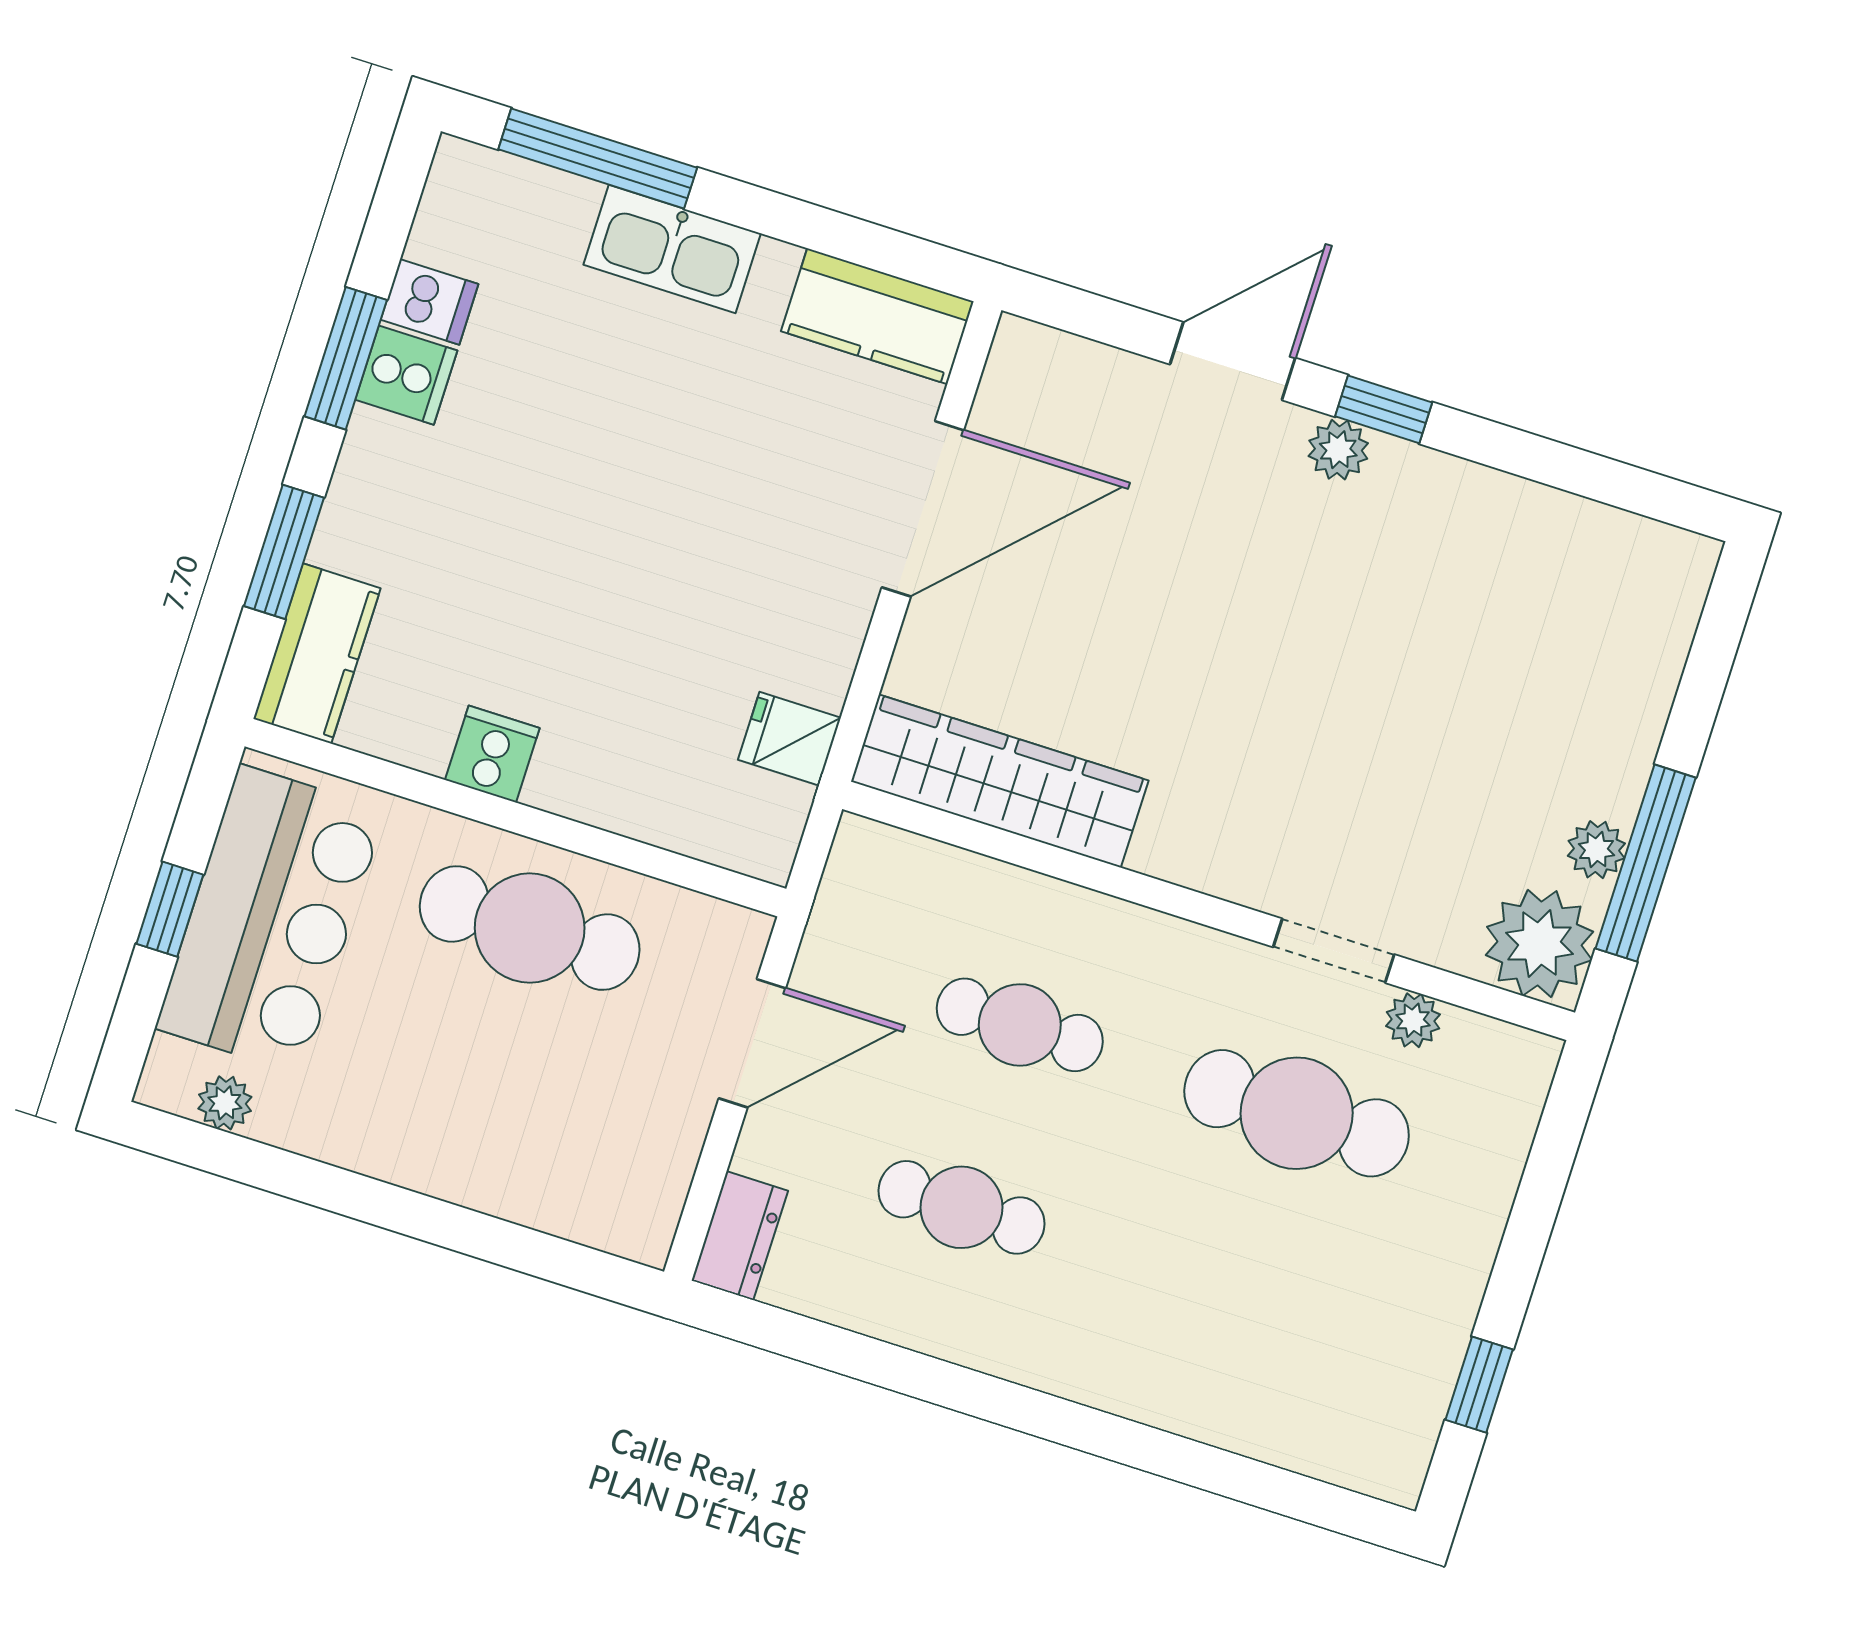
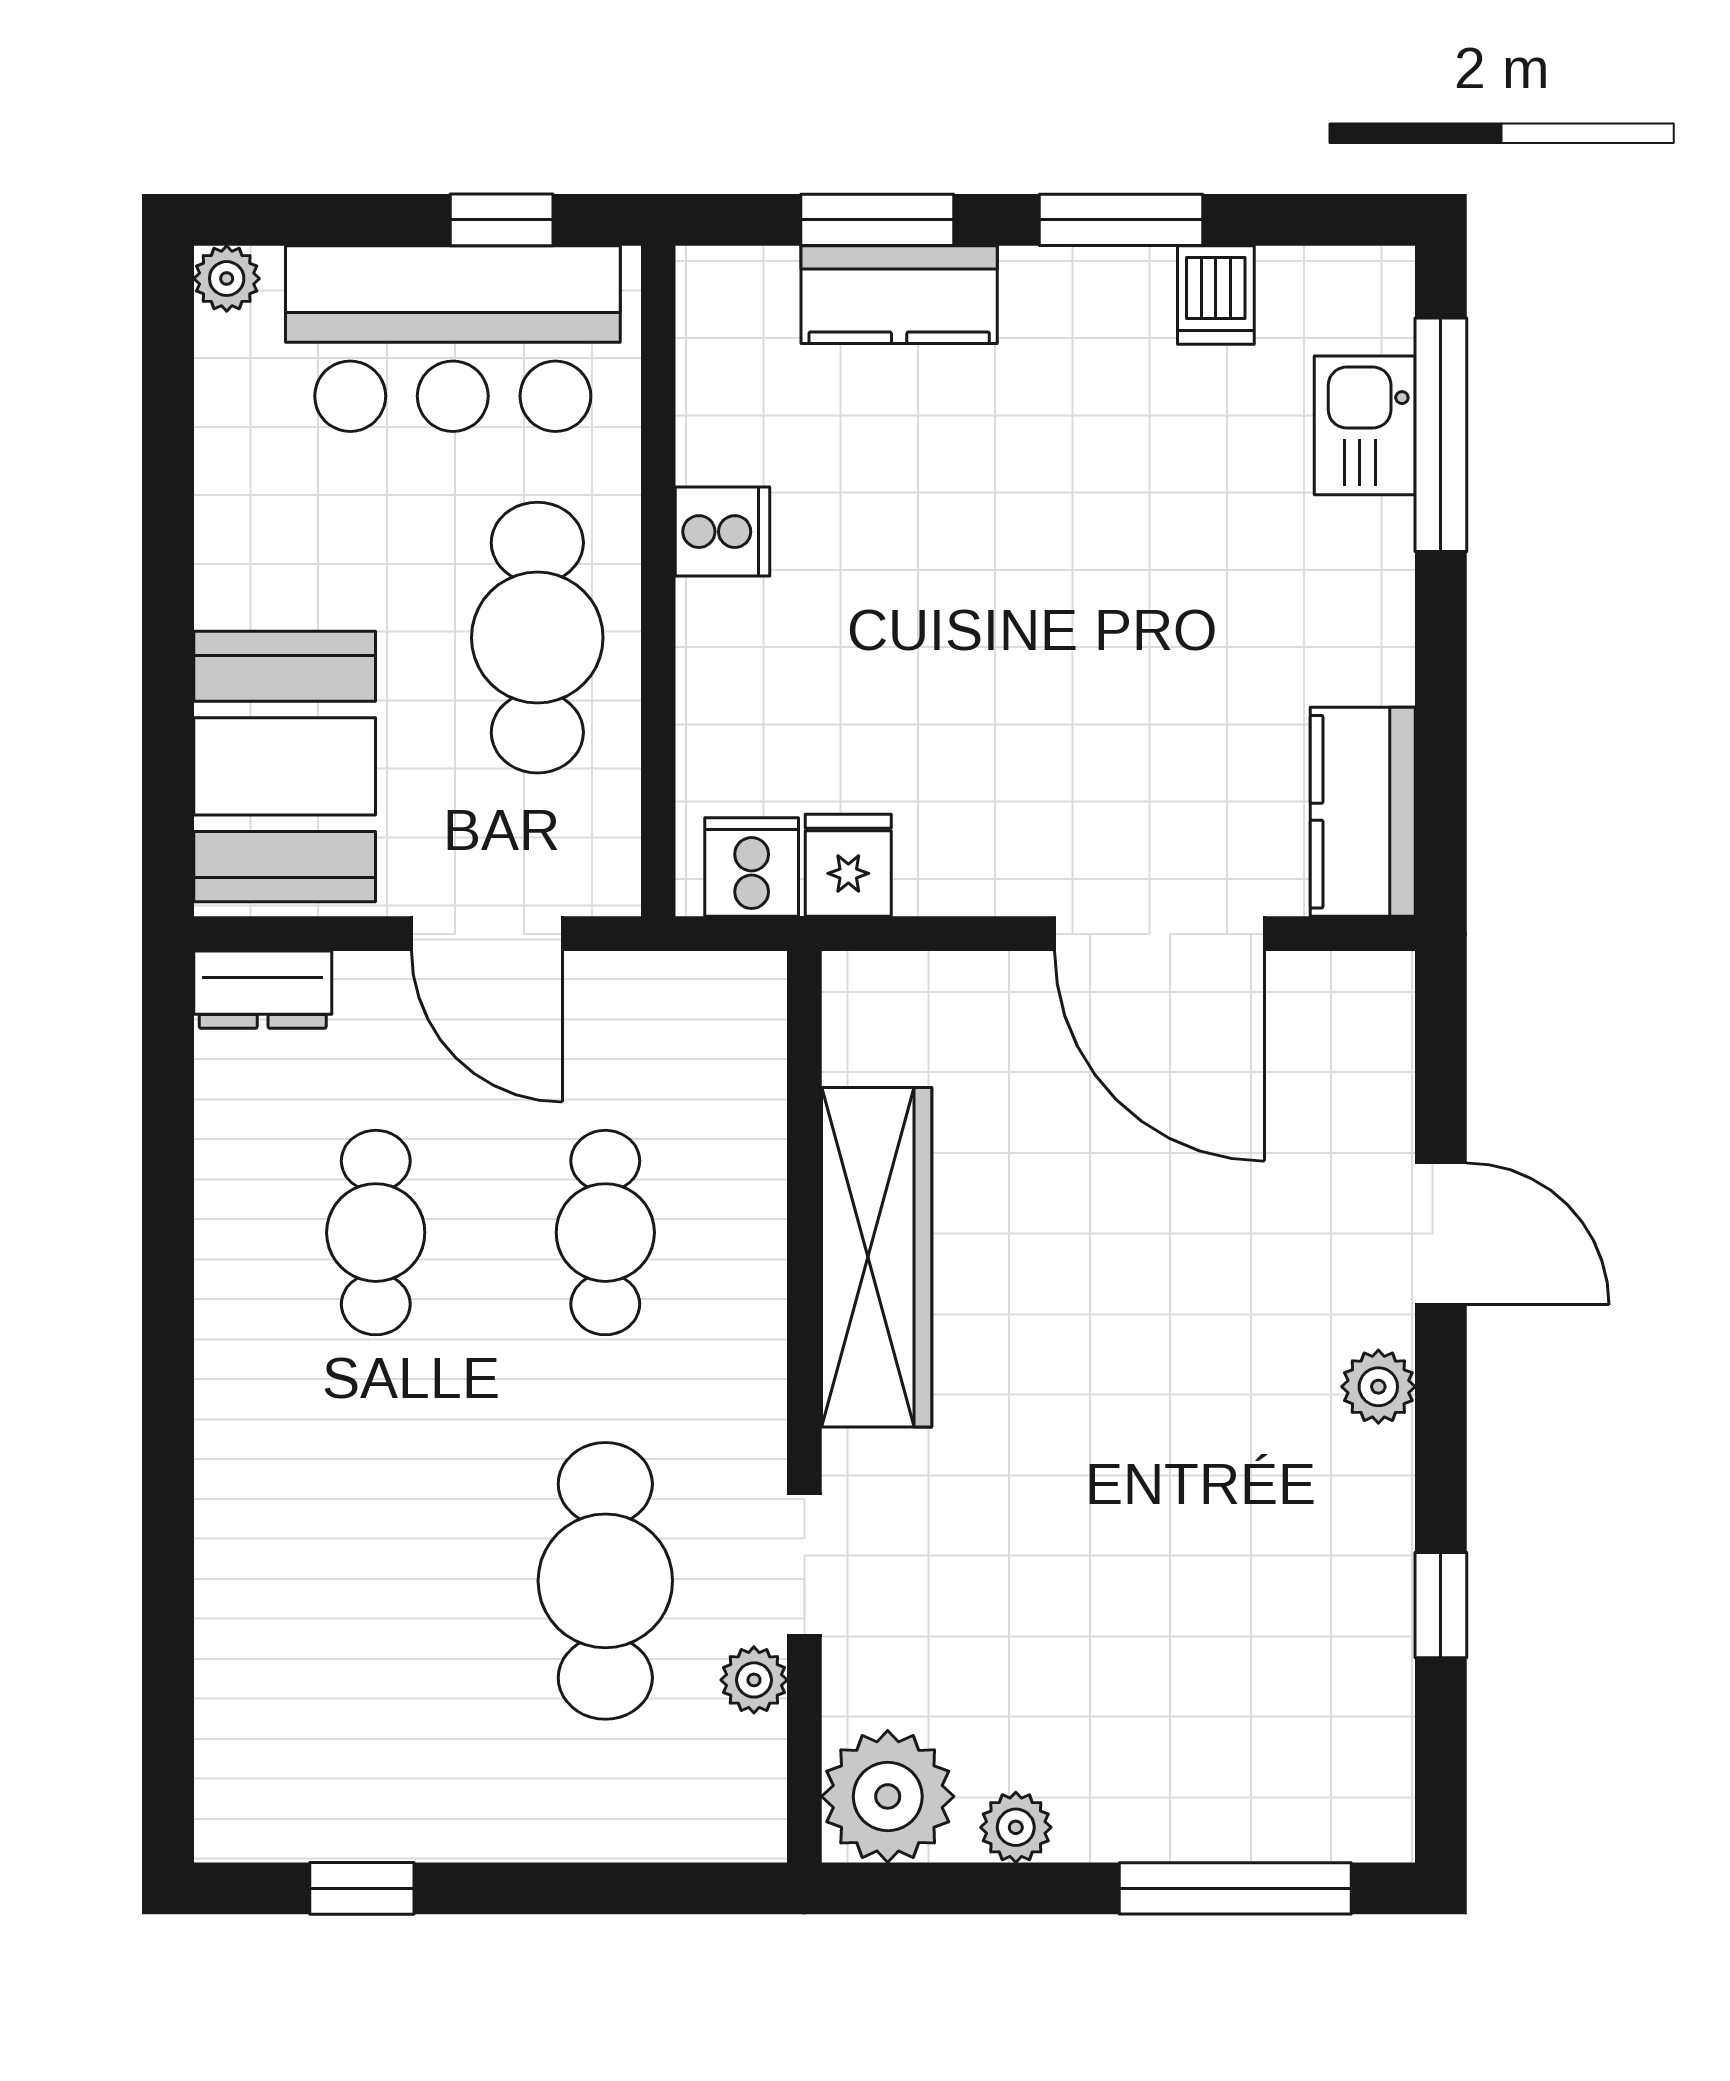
kitchen sink: (672, 249) -> (1365, 425), moved, width x0.73
cooker: (406, 375) -> (752, 867), moved, turned 180
window: (1384, 409) -> (1441, 1605), moved
kitchen counter: (317, 653) -> (899, 295), moved
wardrobe: (1000, 781) -> (877, 1257), moved
window: (1646, 863) -> (1235, 1888), moved
window: (170, 909) -> (502, 220), moved
plant: (225, 1103) -> (227, 279), moved
booth: (568, 1162) -> (285, 766), added

